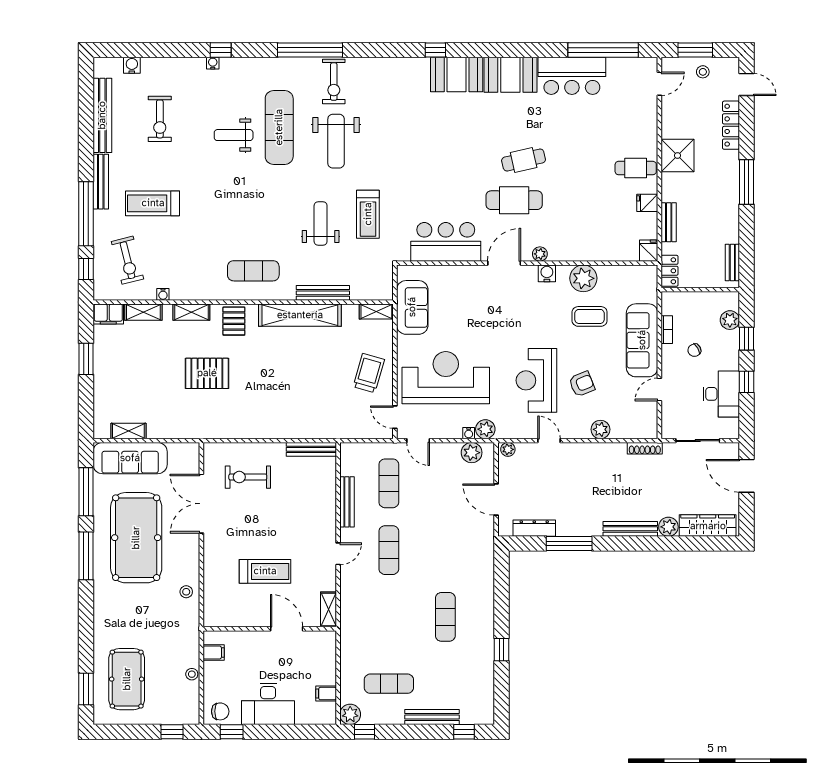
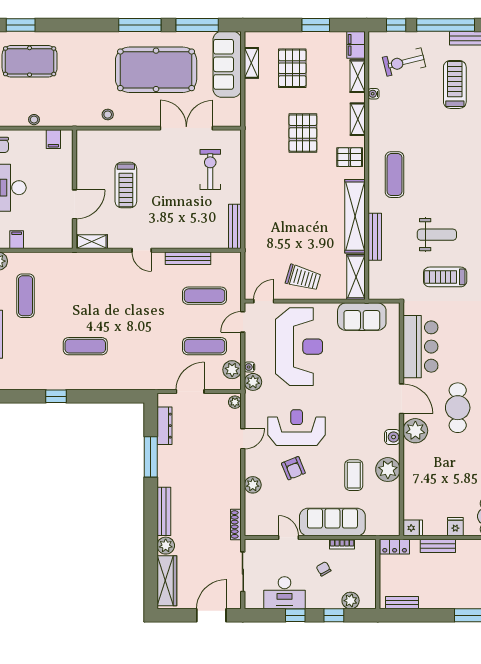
plant: (540, 254) -> (415, 431), width x1.88, depth x1.88
shelving: (376, 311) -> (356, 277), width x1.50, depth x1.33
pallet: (134, 385) -> (292, 68), added
exercise mat: (389, 550) -> (205, 346), moved

